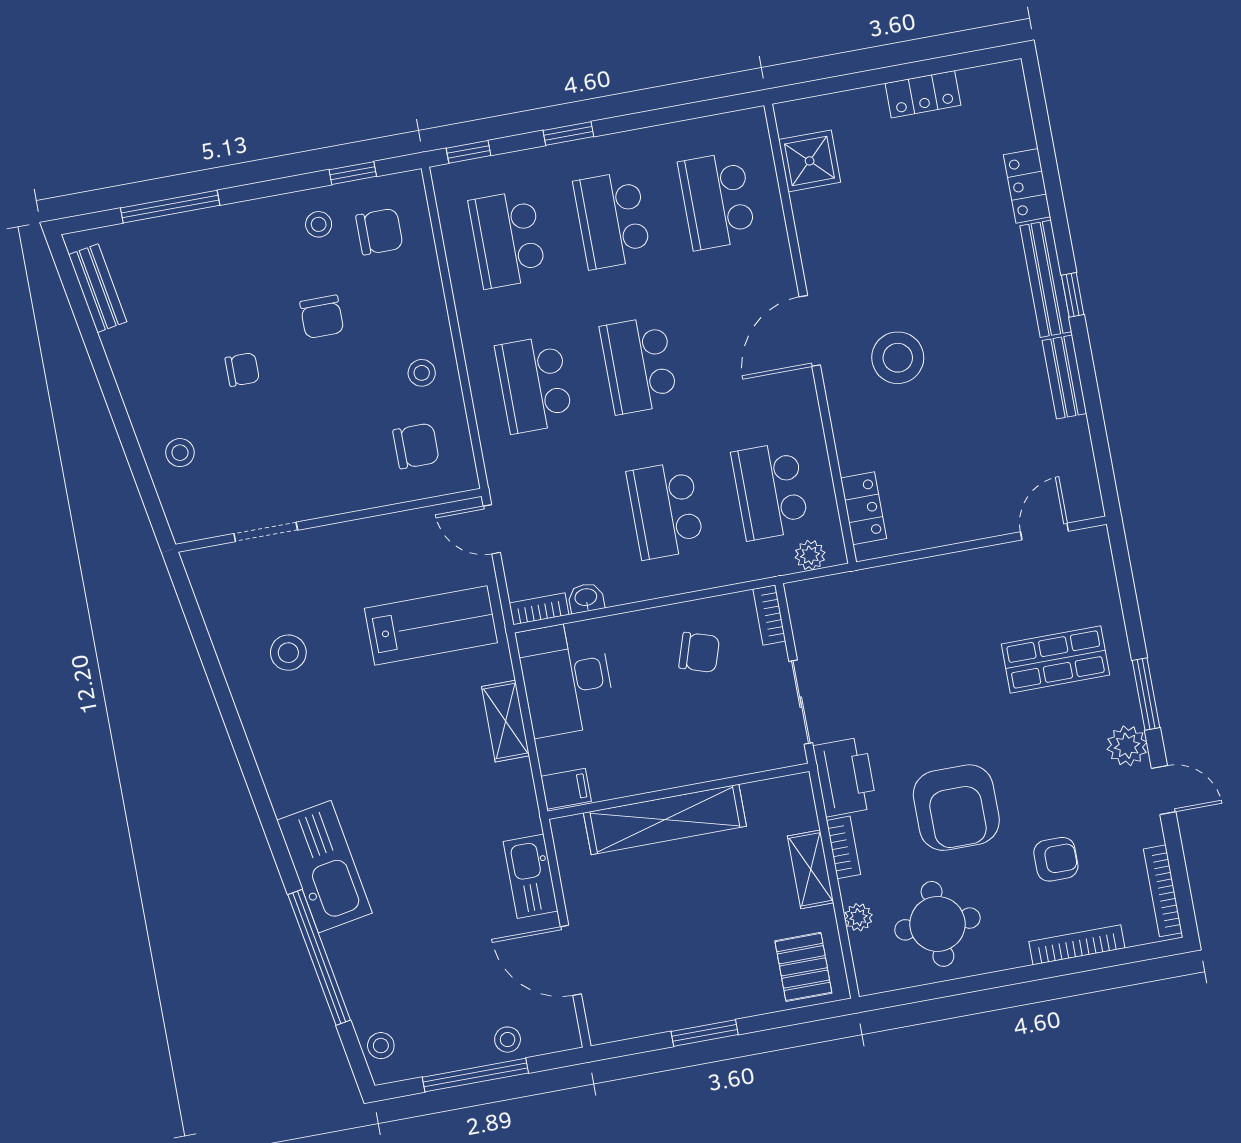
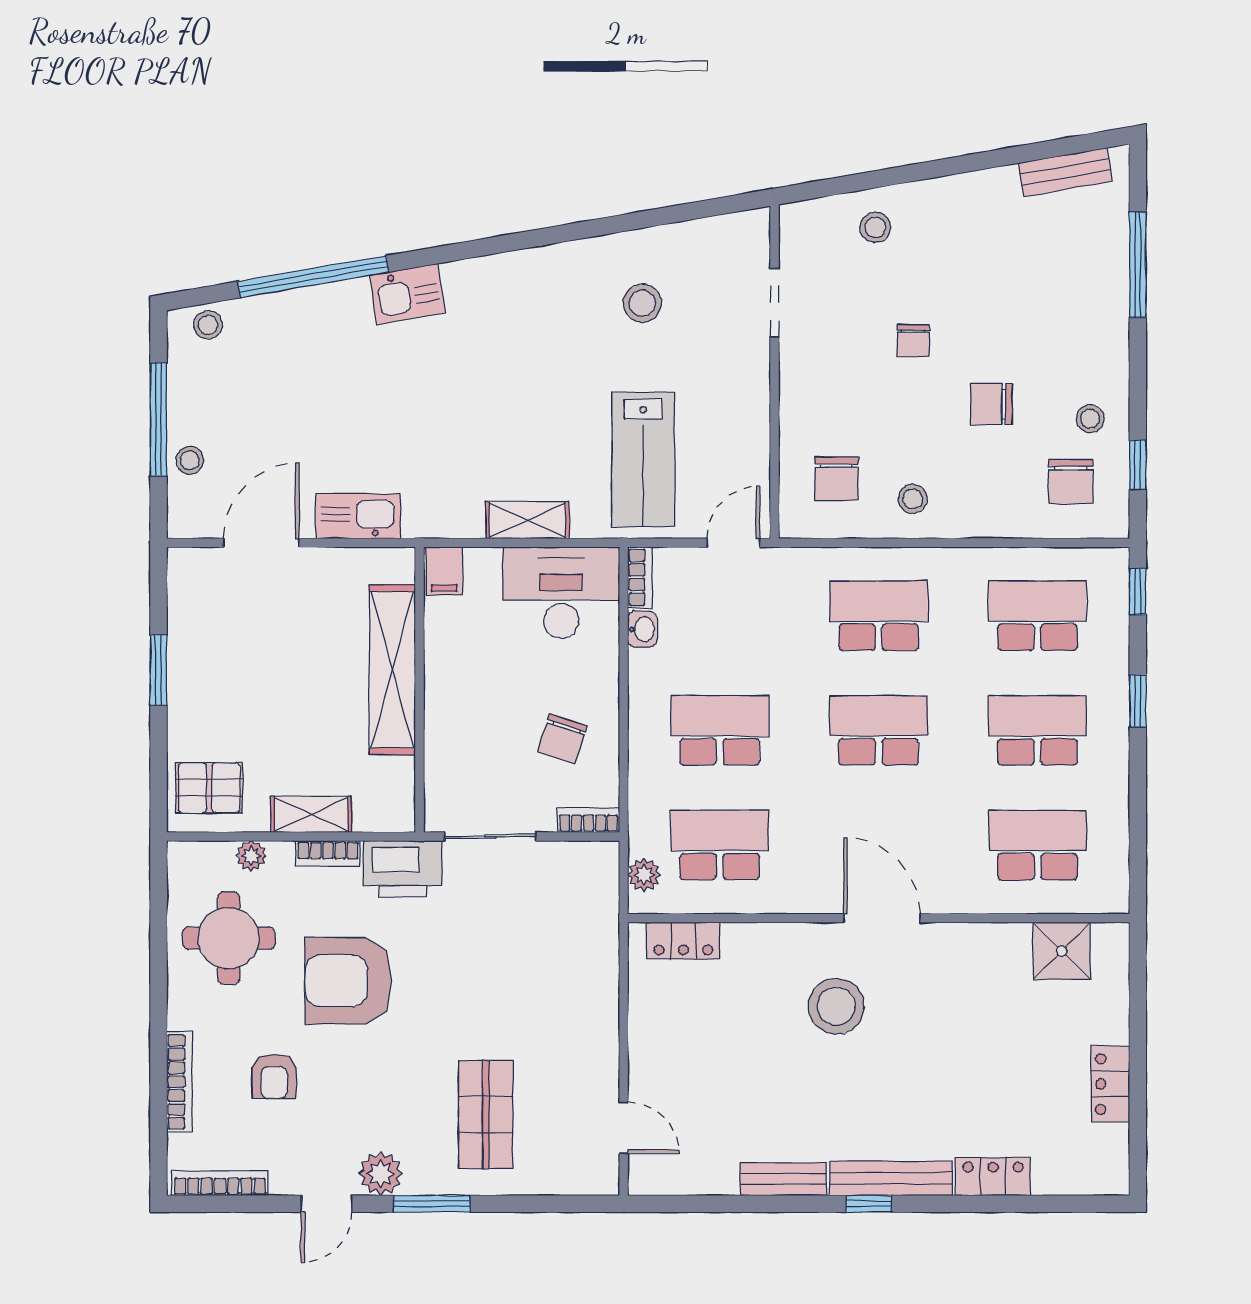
chair: (242, 370) -> (913, 341), moved
kitchen sink: (325, 867) -> (407, 294), width x0.53, depth x0.81

